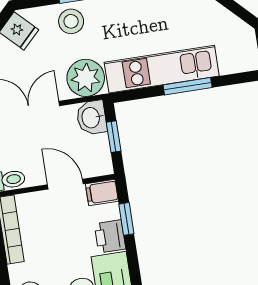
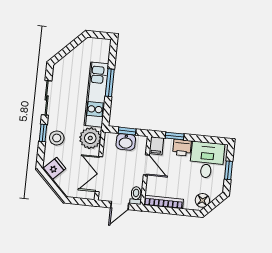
washbasin: (92, 118) -> (126, 142), moved
door: (65, 184) -> (146, 165), swing flipped

